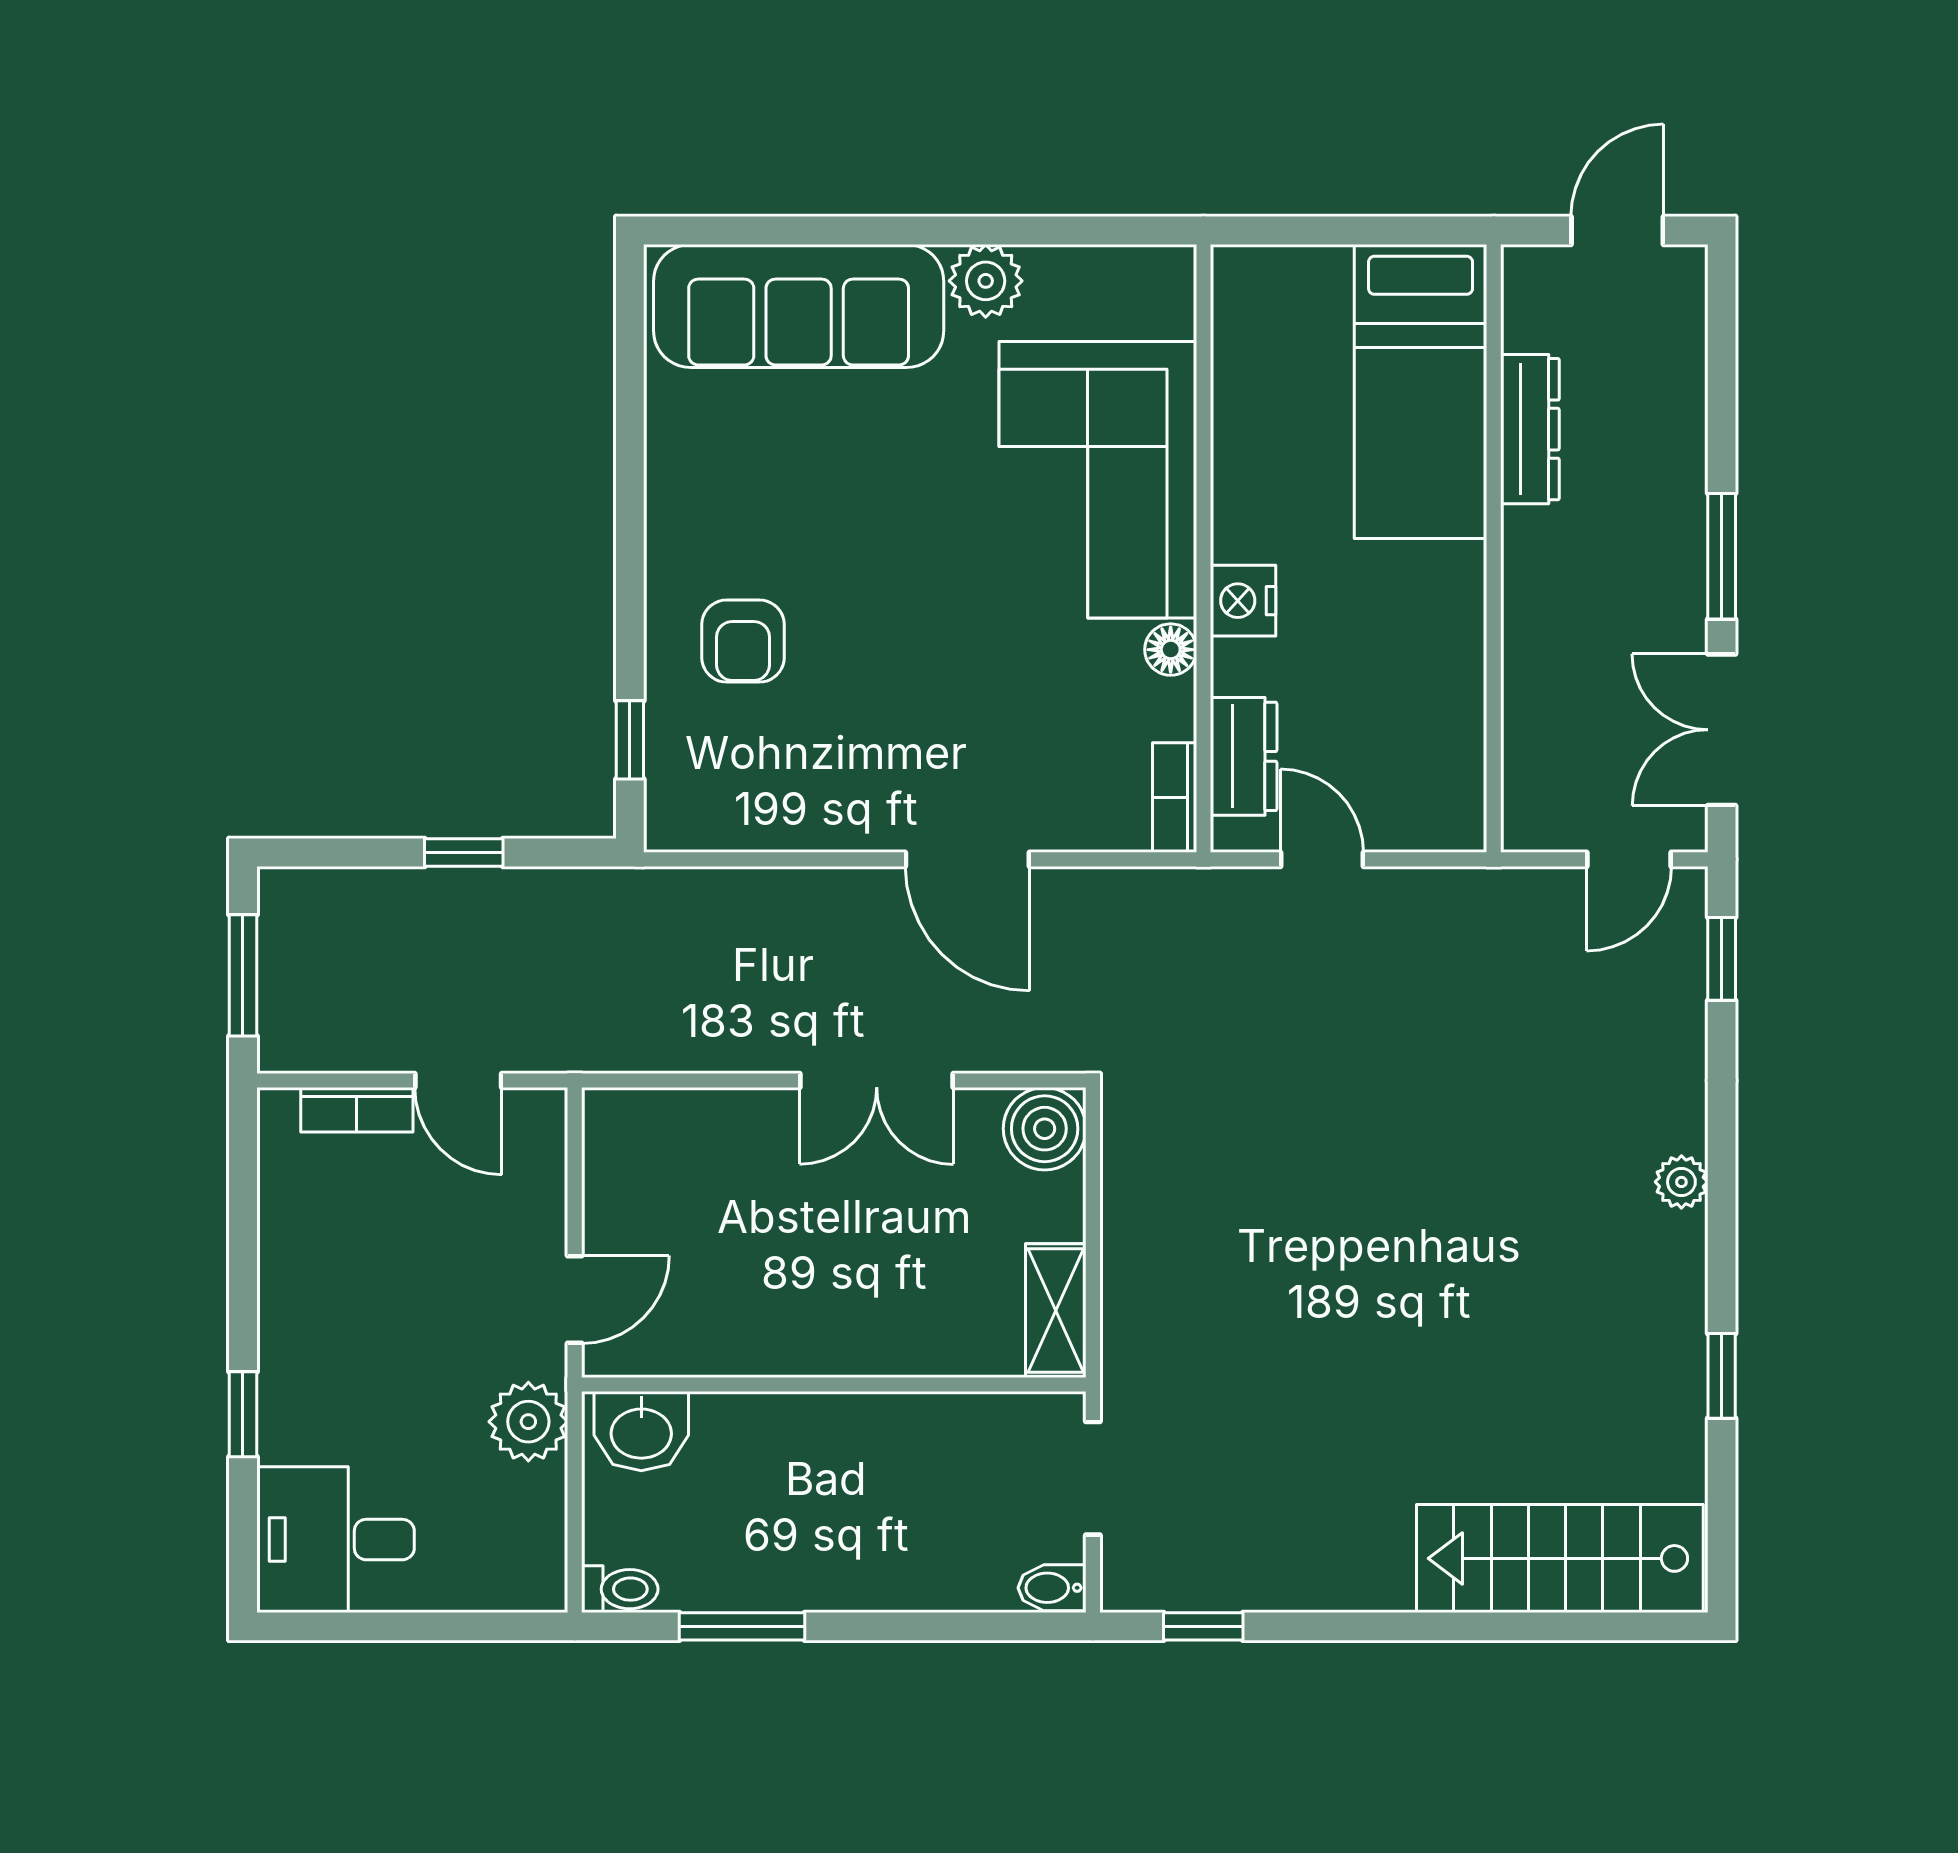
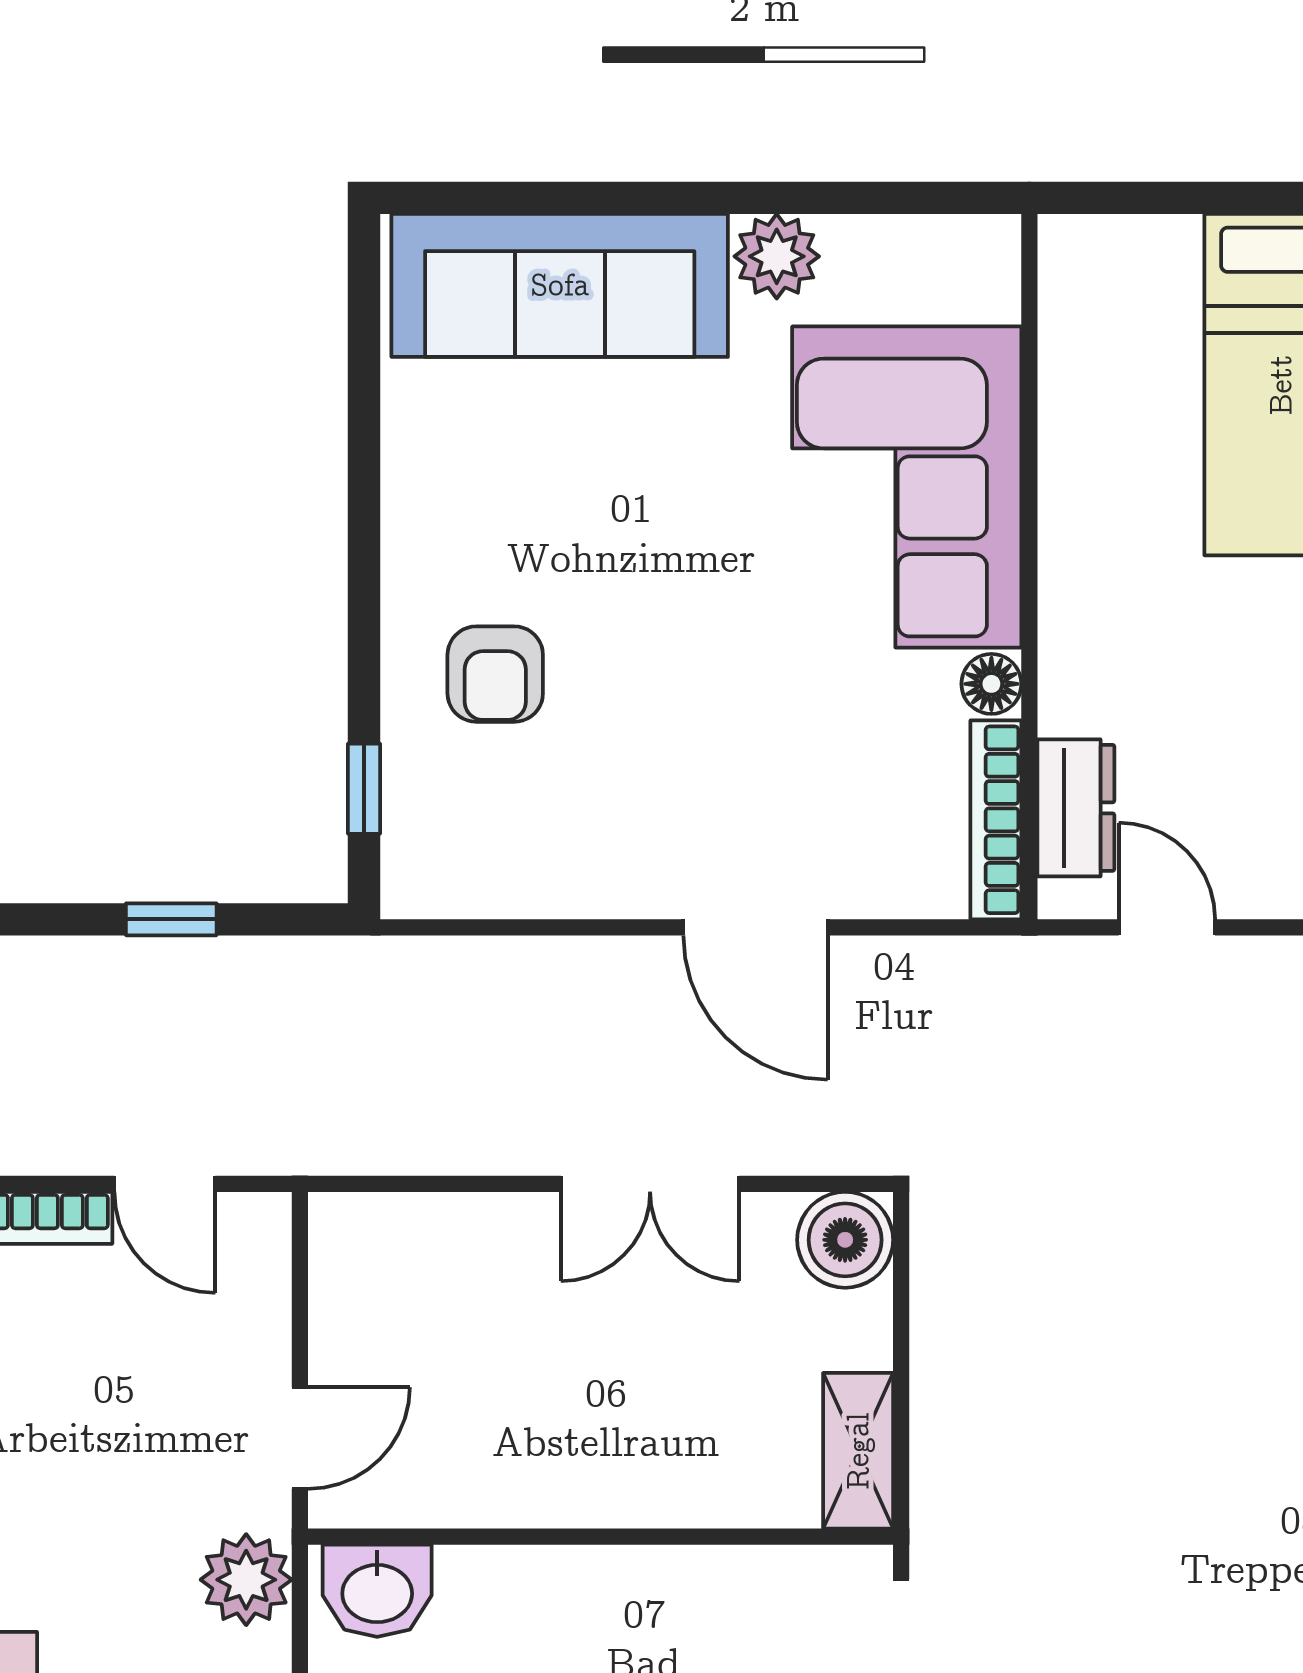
nightstand: (1243, 601) -> (1075, 627), removed
bookcase: (1175, 798) -> (996, 820), width x1.56

